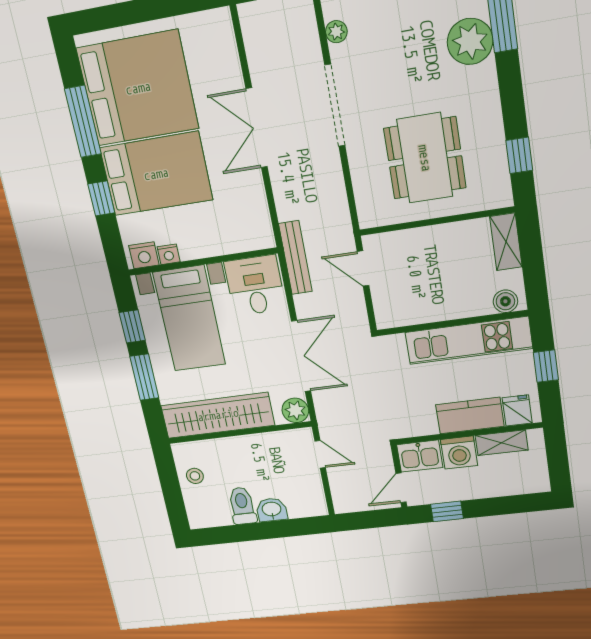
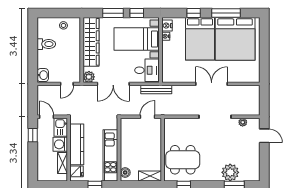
dining table: (425, 158) -> (183, 160), moved
kitchen counter: (470, 416) -> (77, 144), width x1.50
washbasin: (272, 510) -> (43, 75), moved

